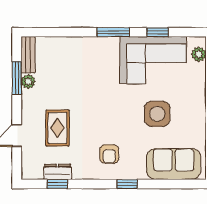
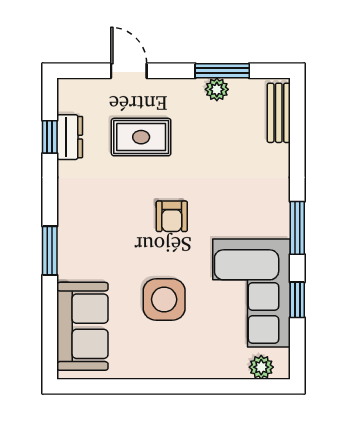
bench: (28, 55) -> (279, 113), moved, turned 90
armchair: (109, 154) -> (172, 216), moved, turned -90
window: (127, 184) -> (50, 251), width x1.50

